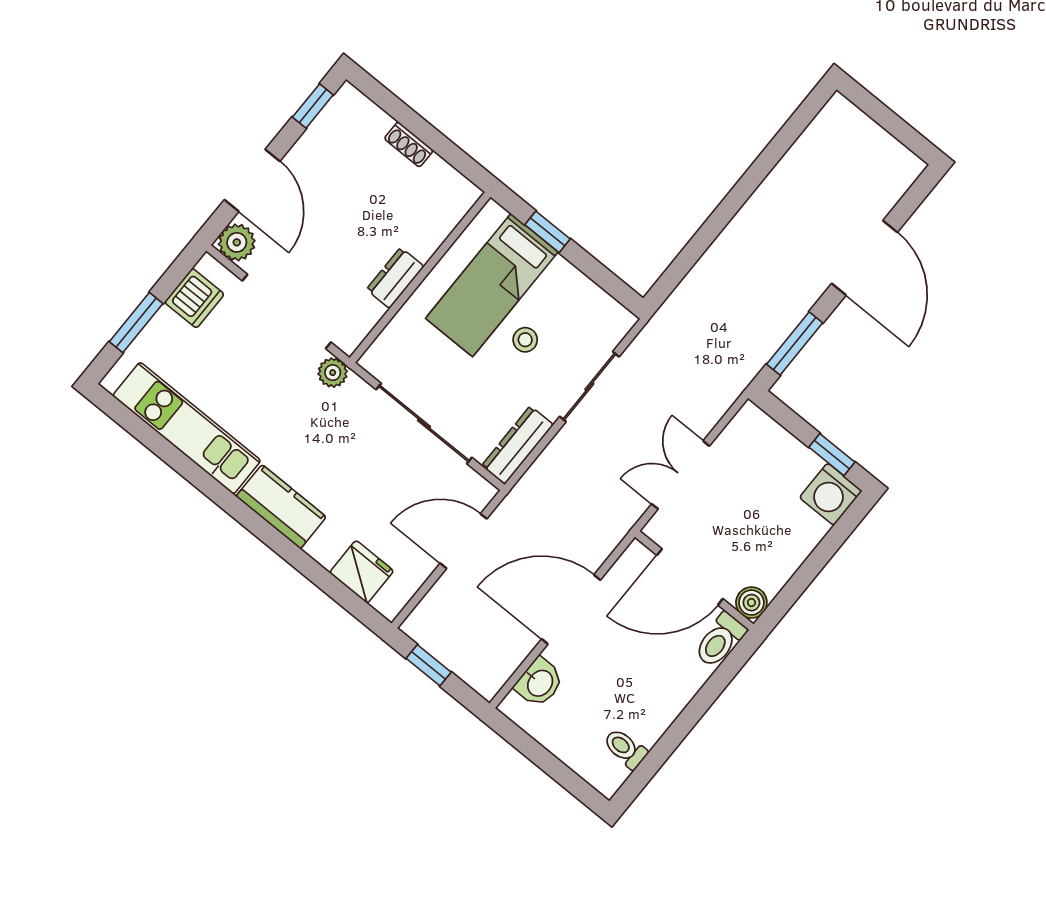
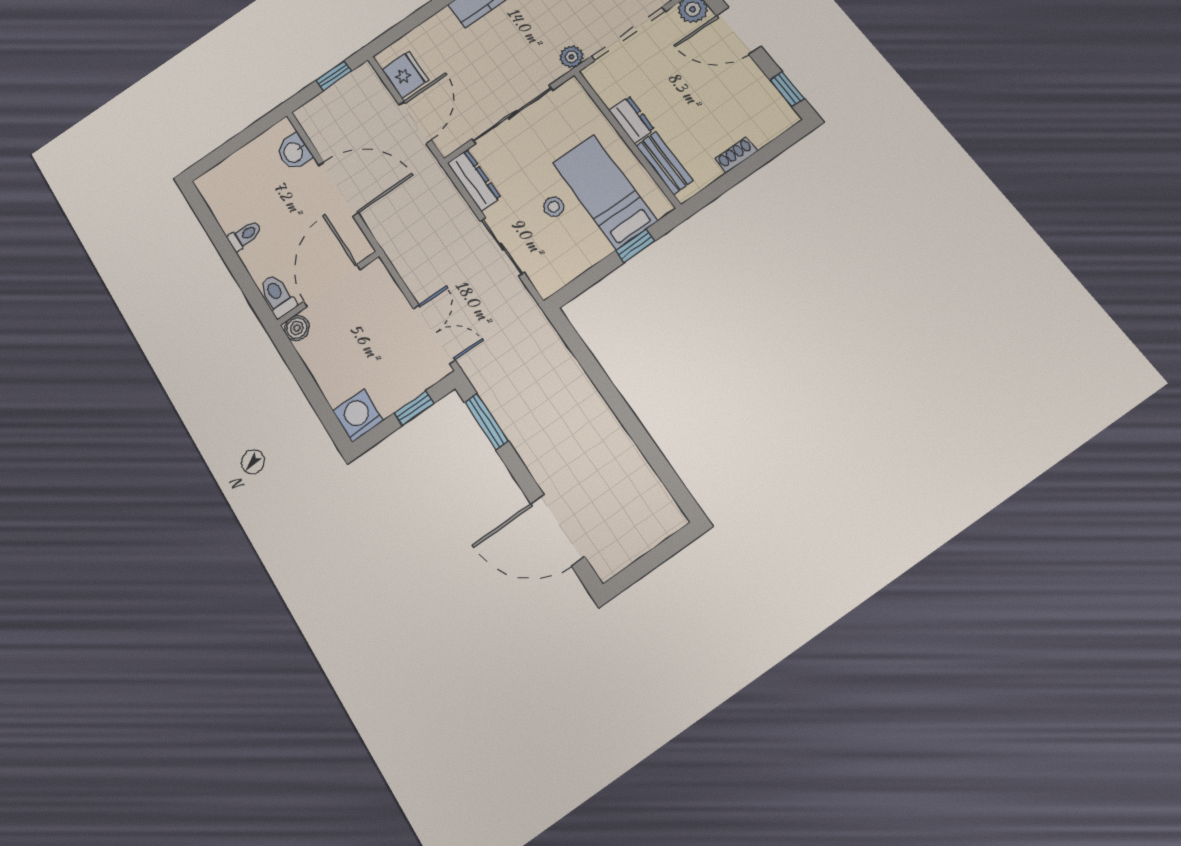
bench: (439, 225) -> (664, 163), added
door: (864, 258) -> (558, 530), moved
window: (832, 455) -> (414, 408), moved
double door: (681, 475) -> (434, 334), moved
fridge: (362, 572) -> (405, 75), moved, turned -90
door: (571, 609) -> (338, 189), hinge flipped
toilet: (625, 749) -> (245, 235), moved

